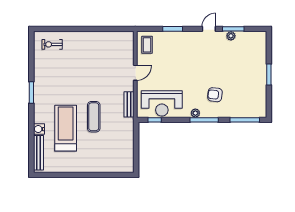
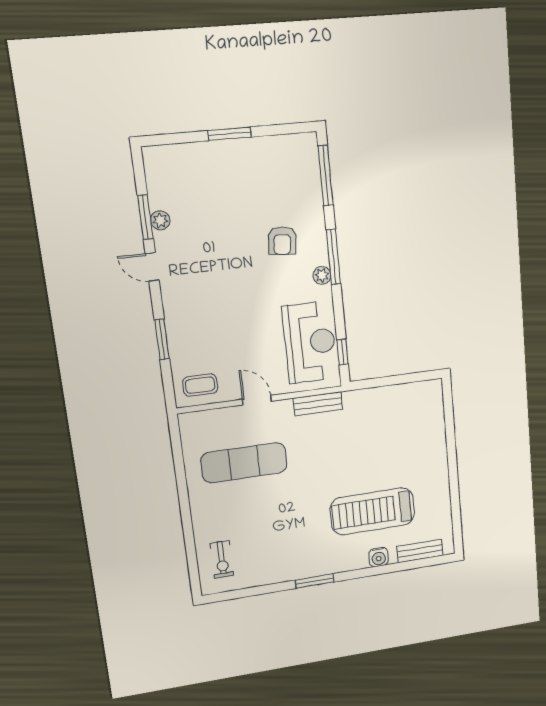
exercise mat: (94, 117) -> (244, 463), moved, width x1.36, depth x1.45
bench: (39, 153) -> (420, 551), width x0.73

